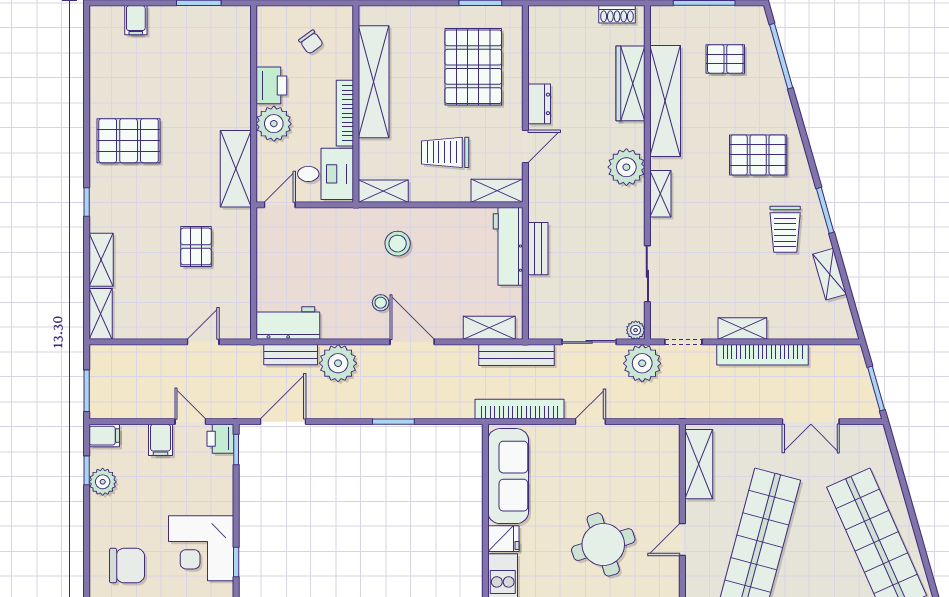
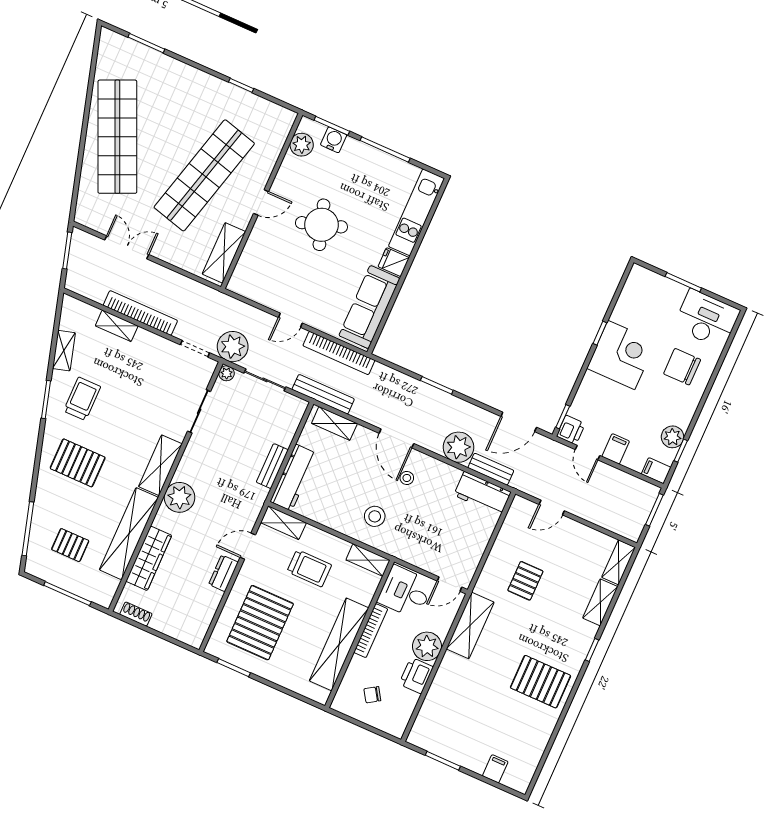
chair: (311, 42) -> (372, 695), turned -87
shelving: (660, 194) -> (160, 465), width x1.50, depth x1.33
shelving: (742, 329) -> (117, 326), moved

